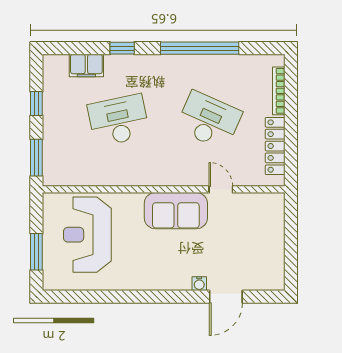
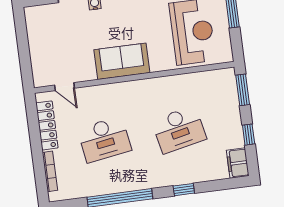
filing cabinet: (86, 66) -> (238, 163), moved, turned -90
desk: (209, 120) -> (104, 139), turned -33
door: (221, 189) -> (65, 87), moved

